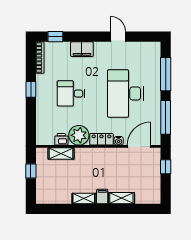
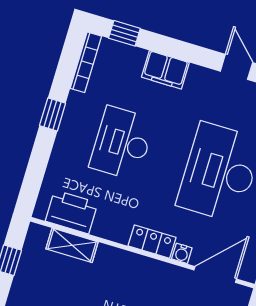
desk: (71, 93) -> (122, 143), width x1.37
plant: (79, 135) -> (114, 222), removed
printer: (61, 139) -> (72, 212), width x1.87, depth x1.48

